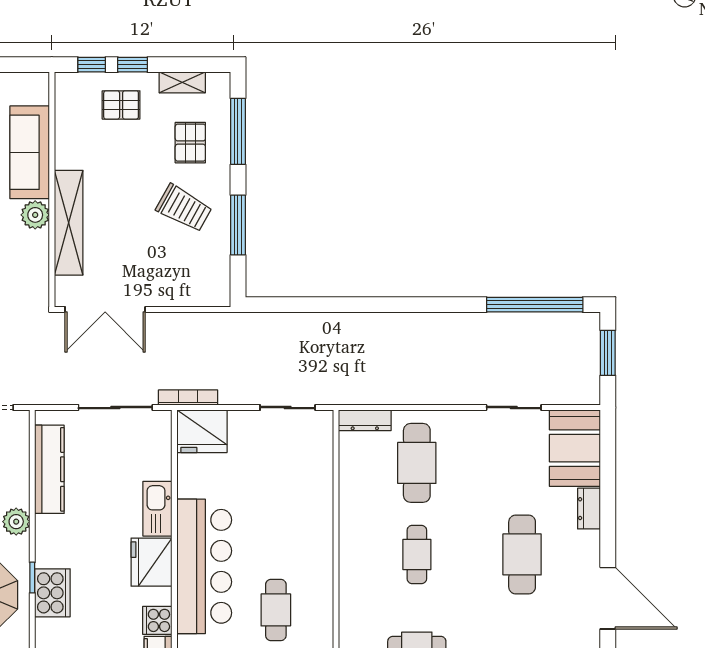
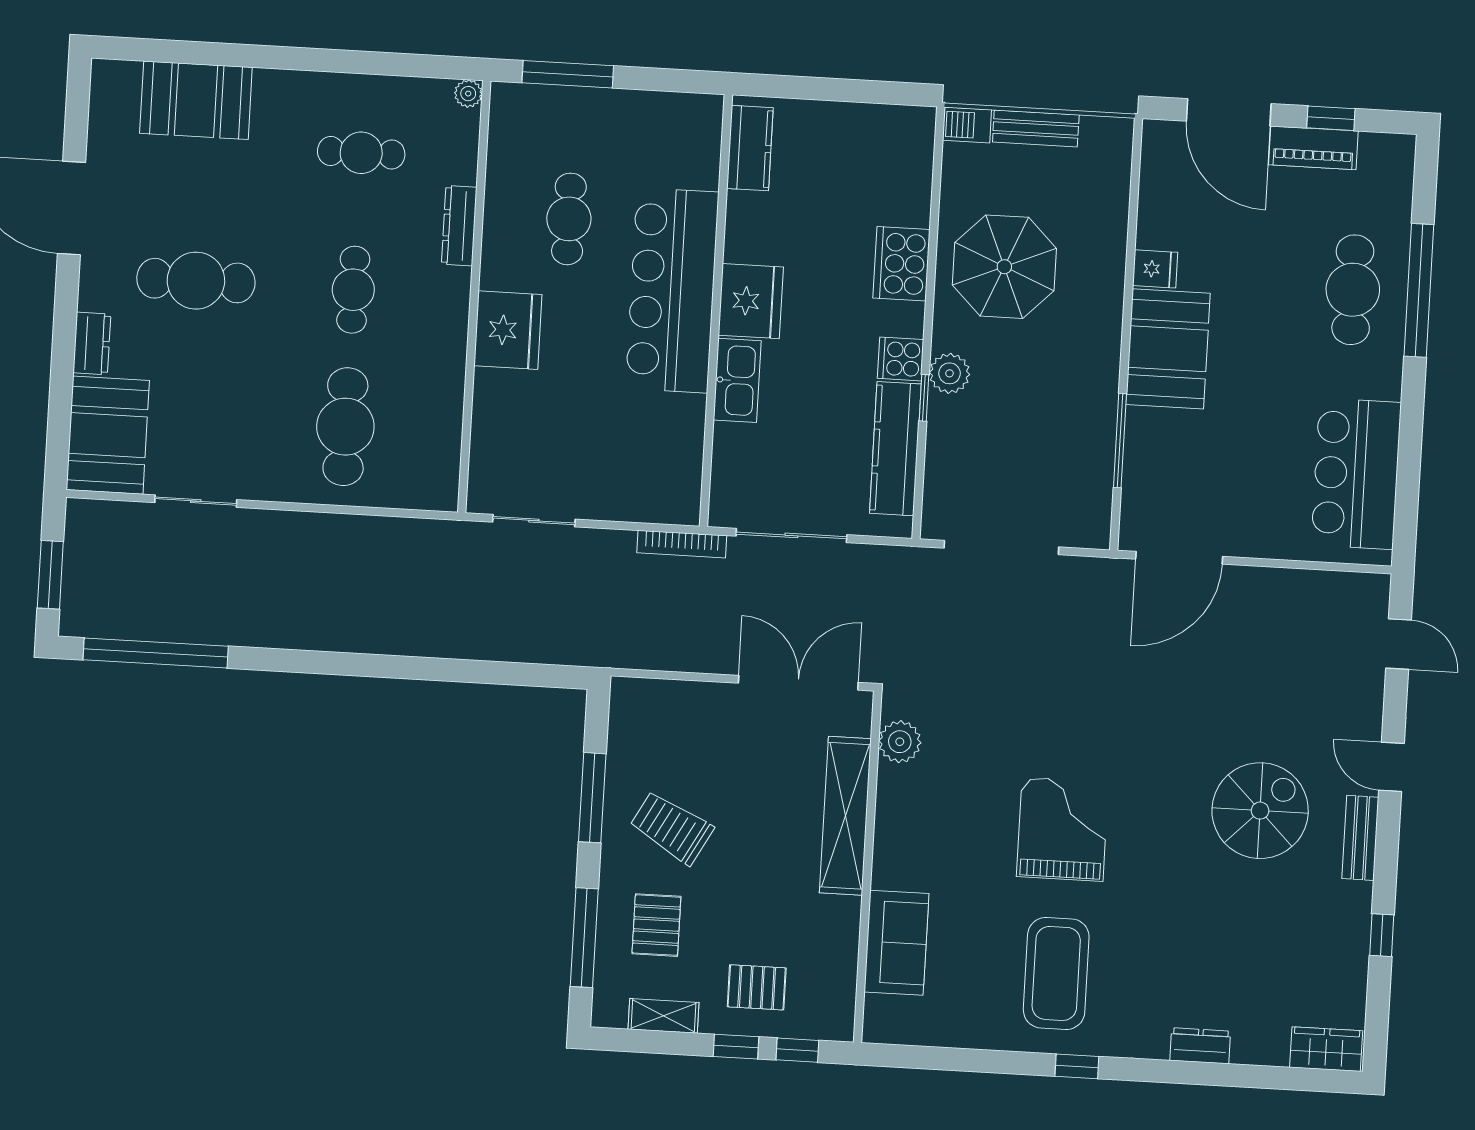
sofa: (30, 152) -> (896, 943), width x0.73
plant: (35, 215) -> (900, 742), moved
dresser: (365, 420) -> (459, 226), moved, turned -90
fridge: (202, 431) -> (508, 330), moved, turned 90
cafe table: (522, 554) -> (196, 281), turned 90
window: (32, 578) -> (924, 398), moved
cooker: (157, 620) -> (901, 359), moved, turned 180

